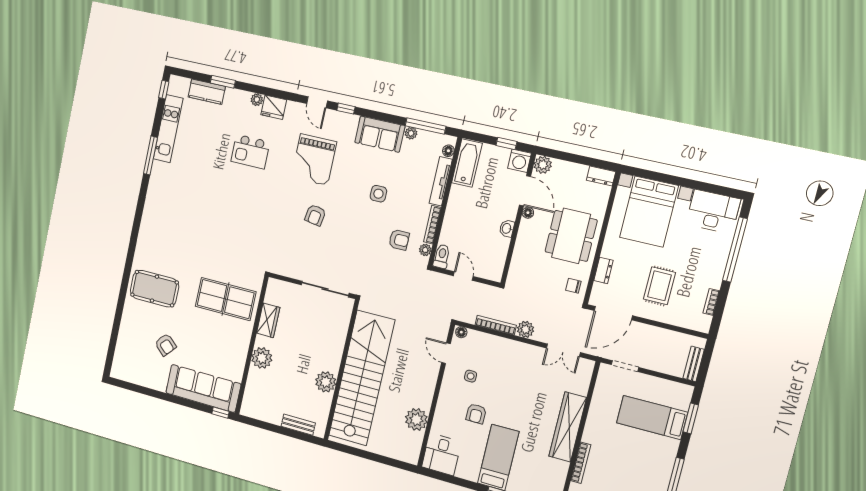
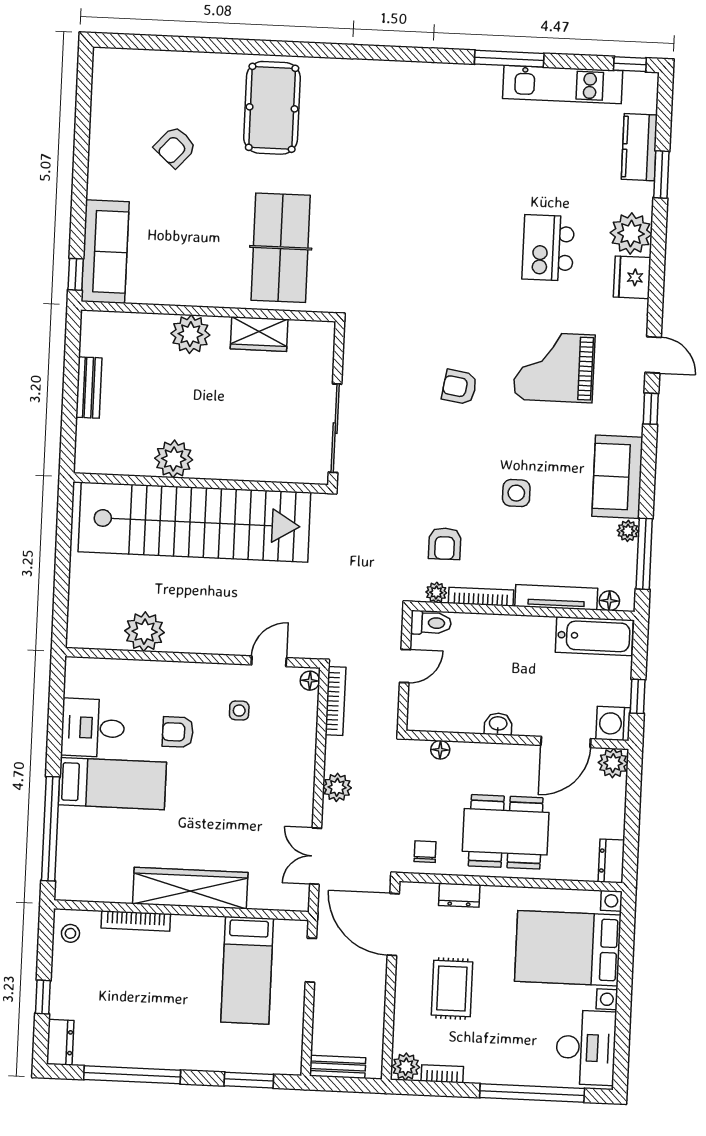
plant: (257, 100) -> (631, 233), width x1.87, depth x1.87
door: (317, 102) -> (653, 355), swing flipped
floor lamp: (528, 213) -> (440, 750), moved
rug: (659, 286) -> (452, 989), turned 90
plant: (702, 323) -> (406, 1067), added
bookcase: (496, 325) -> (335, 701), moved
sofa: (203, 388) -> (105, 252), width x0.74, depth x0.79
bed: (652, 418) -> (247, 970), moved, turned 180
bench: (298, 425) -> (89, 388), moved
desk: (441, 454) -> (93, 728), moved

